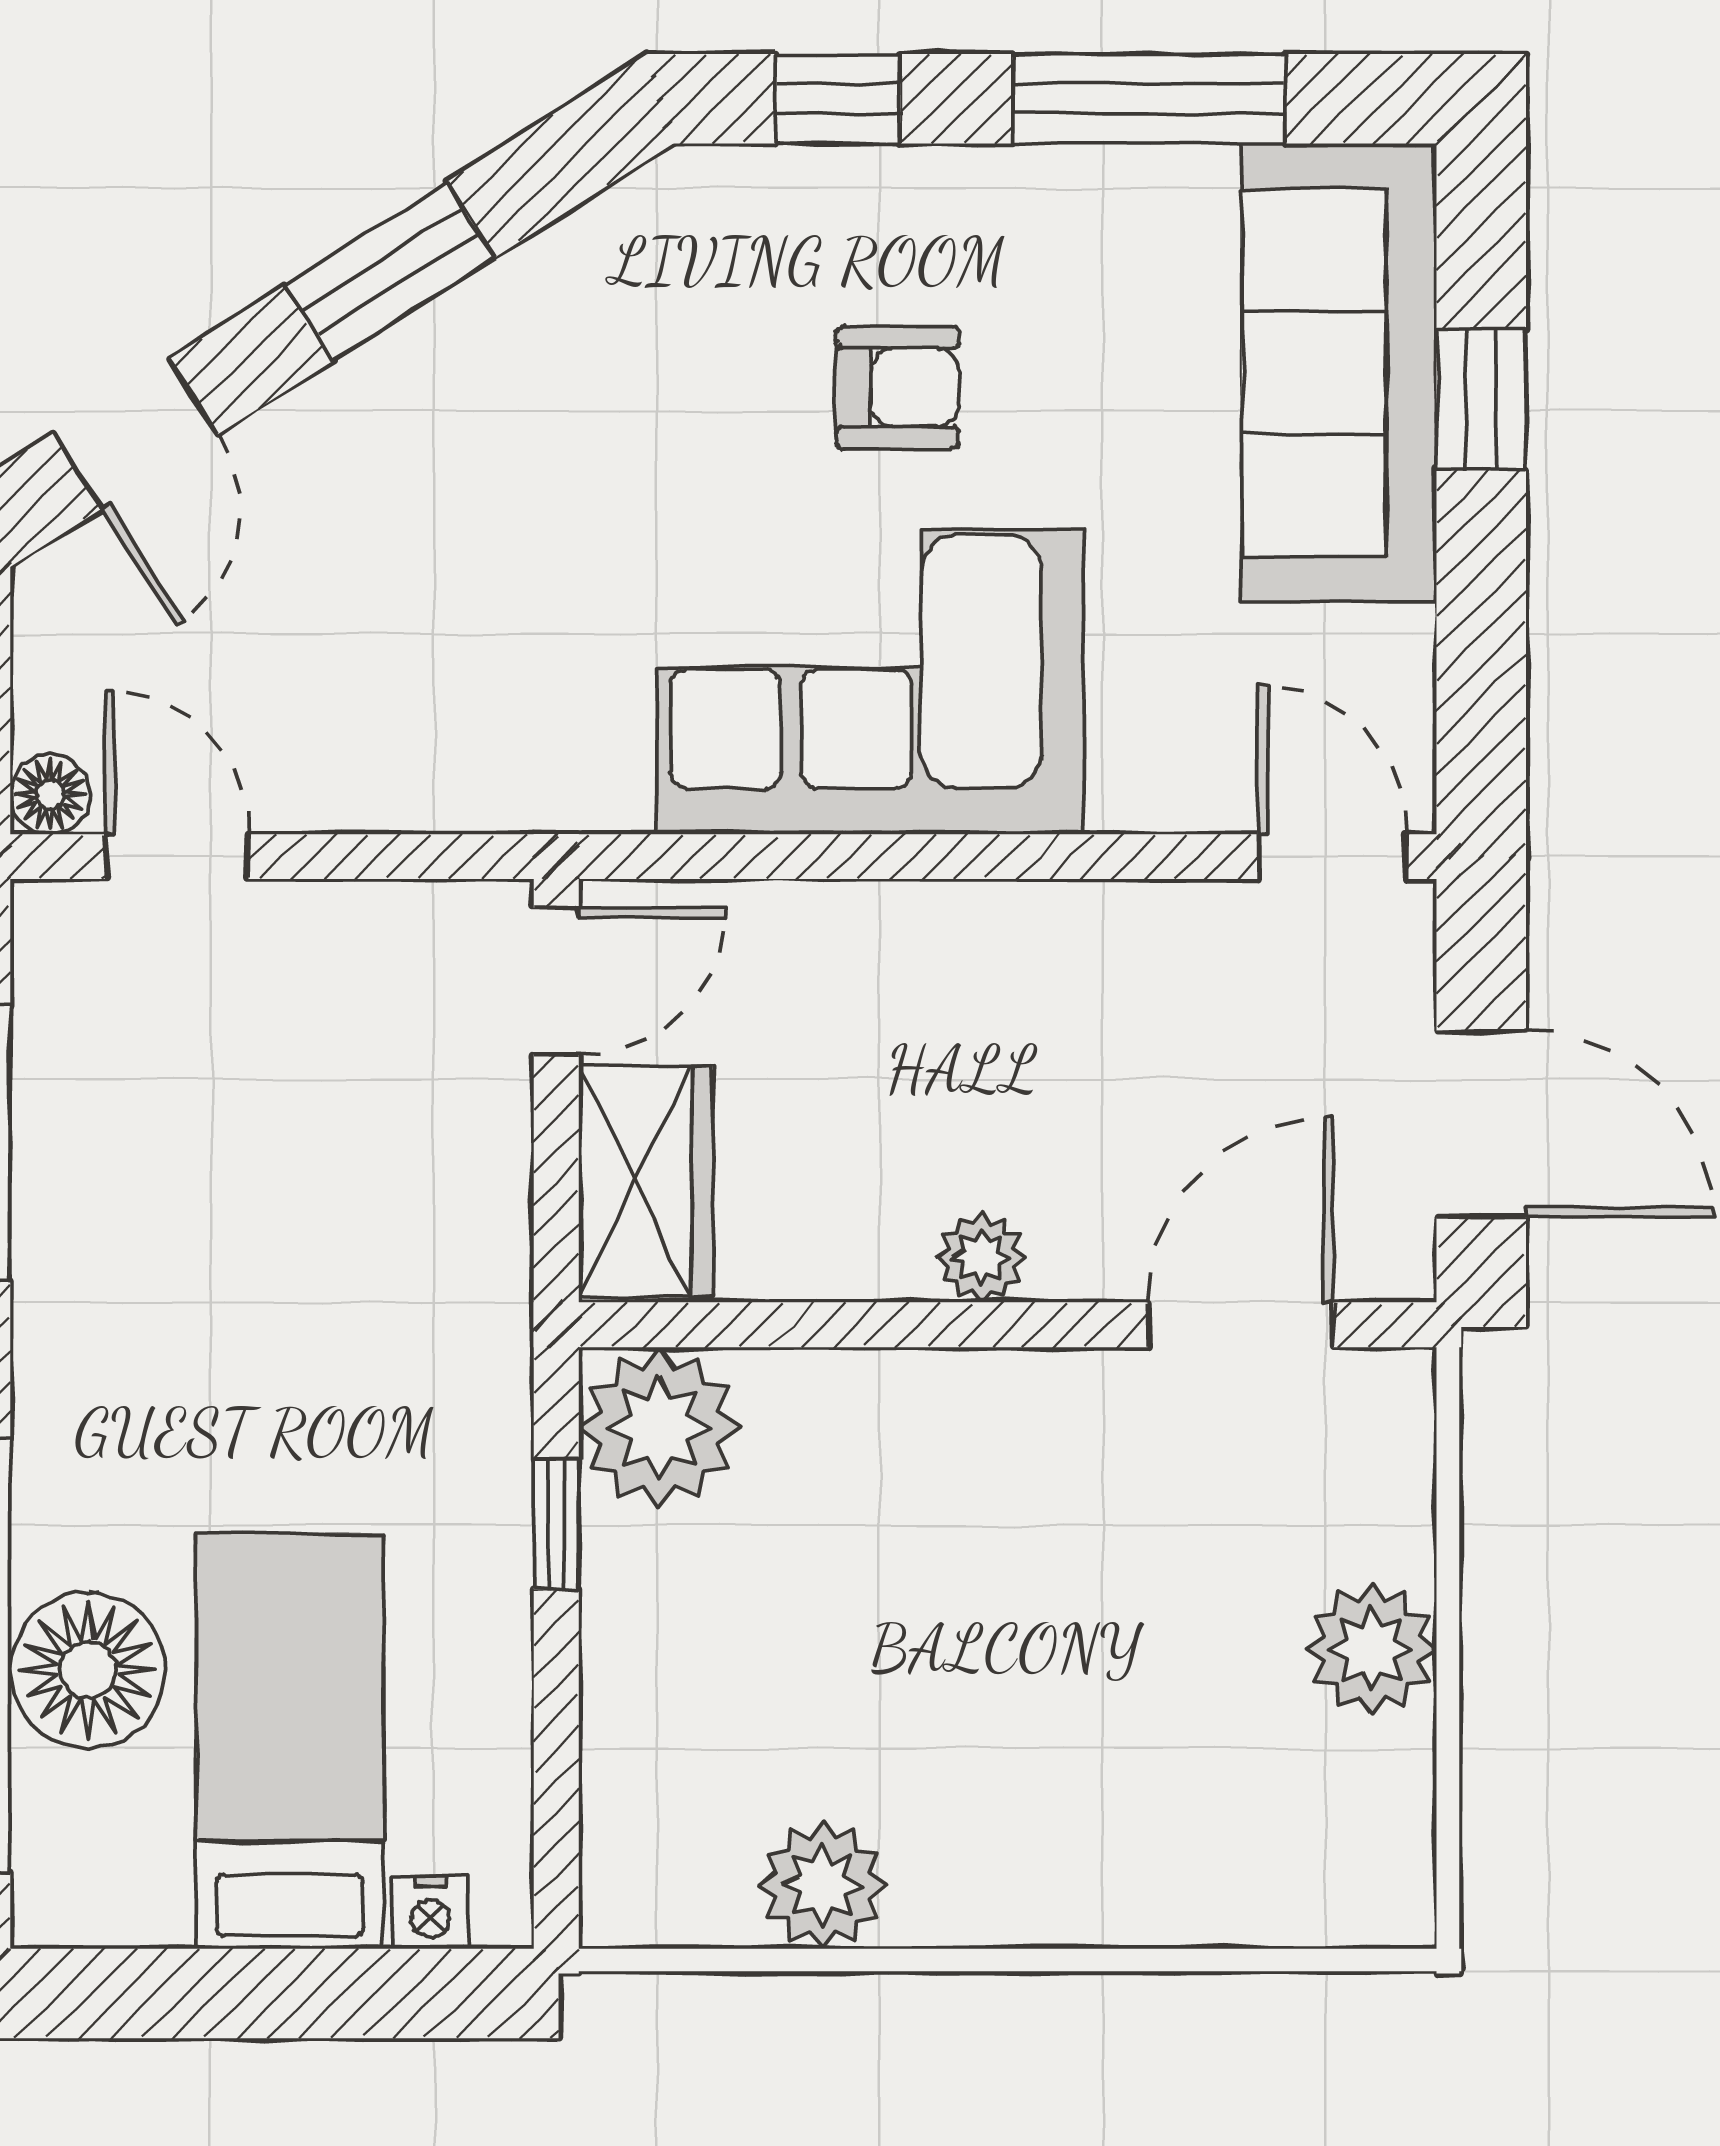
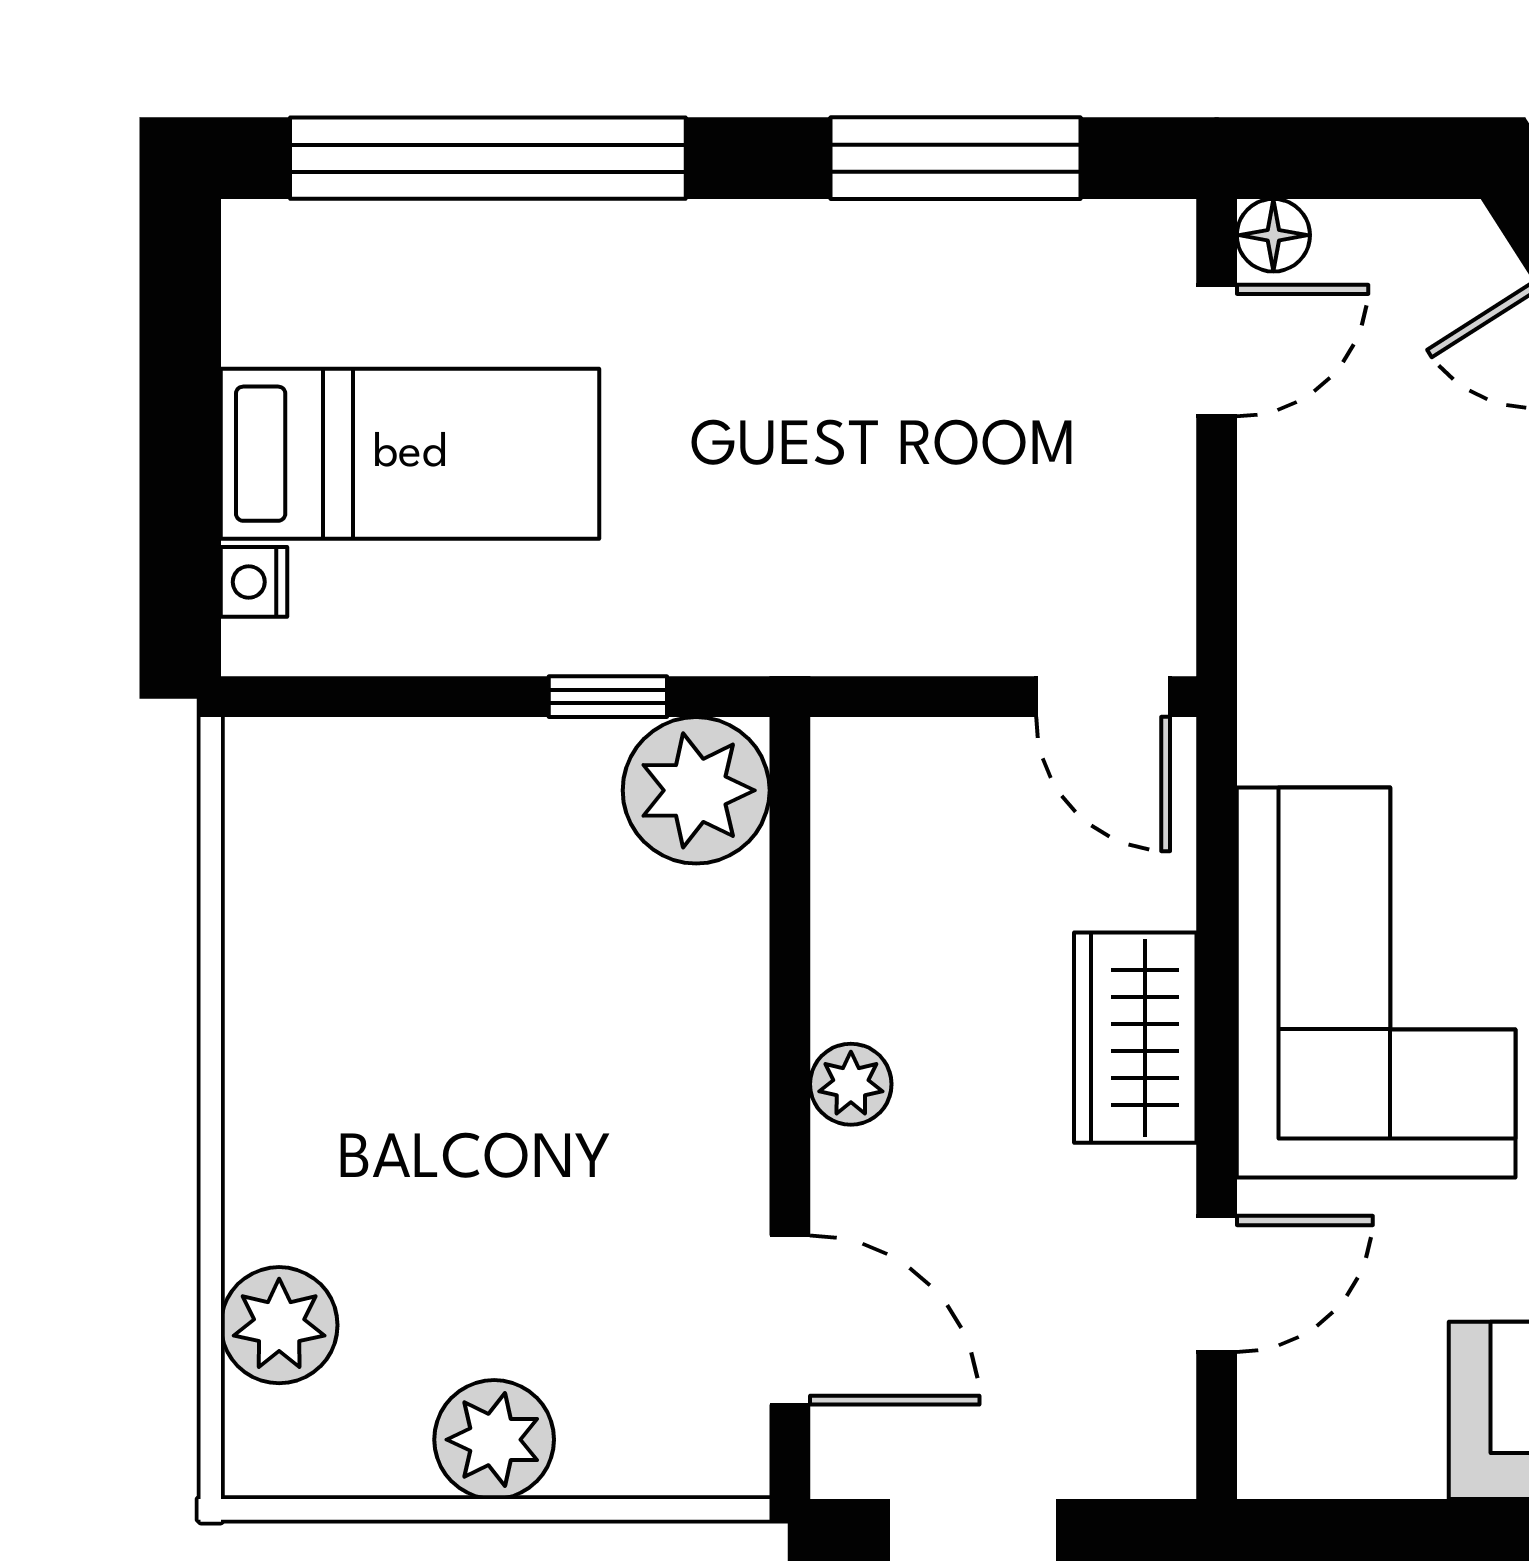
door: (1332, 857) -> (1217, 1284), moved
wardrobe: (646, 1181) -> (1135, 1038), moved, turned 90
floor lamp: (88, 1670) -> (475, 270), removed
plant: (823, 1885) -> (279, 1325), moved

